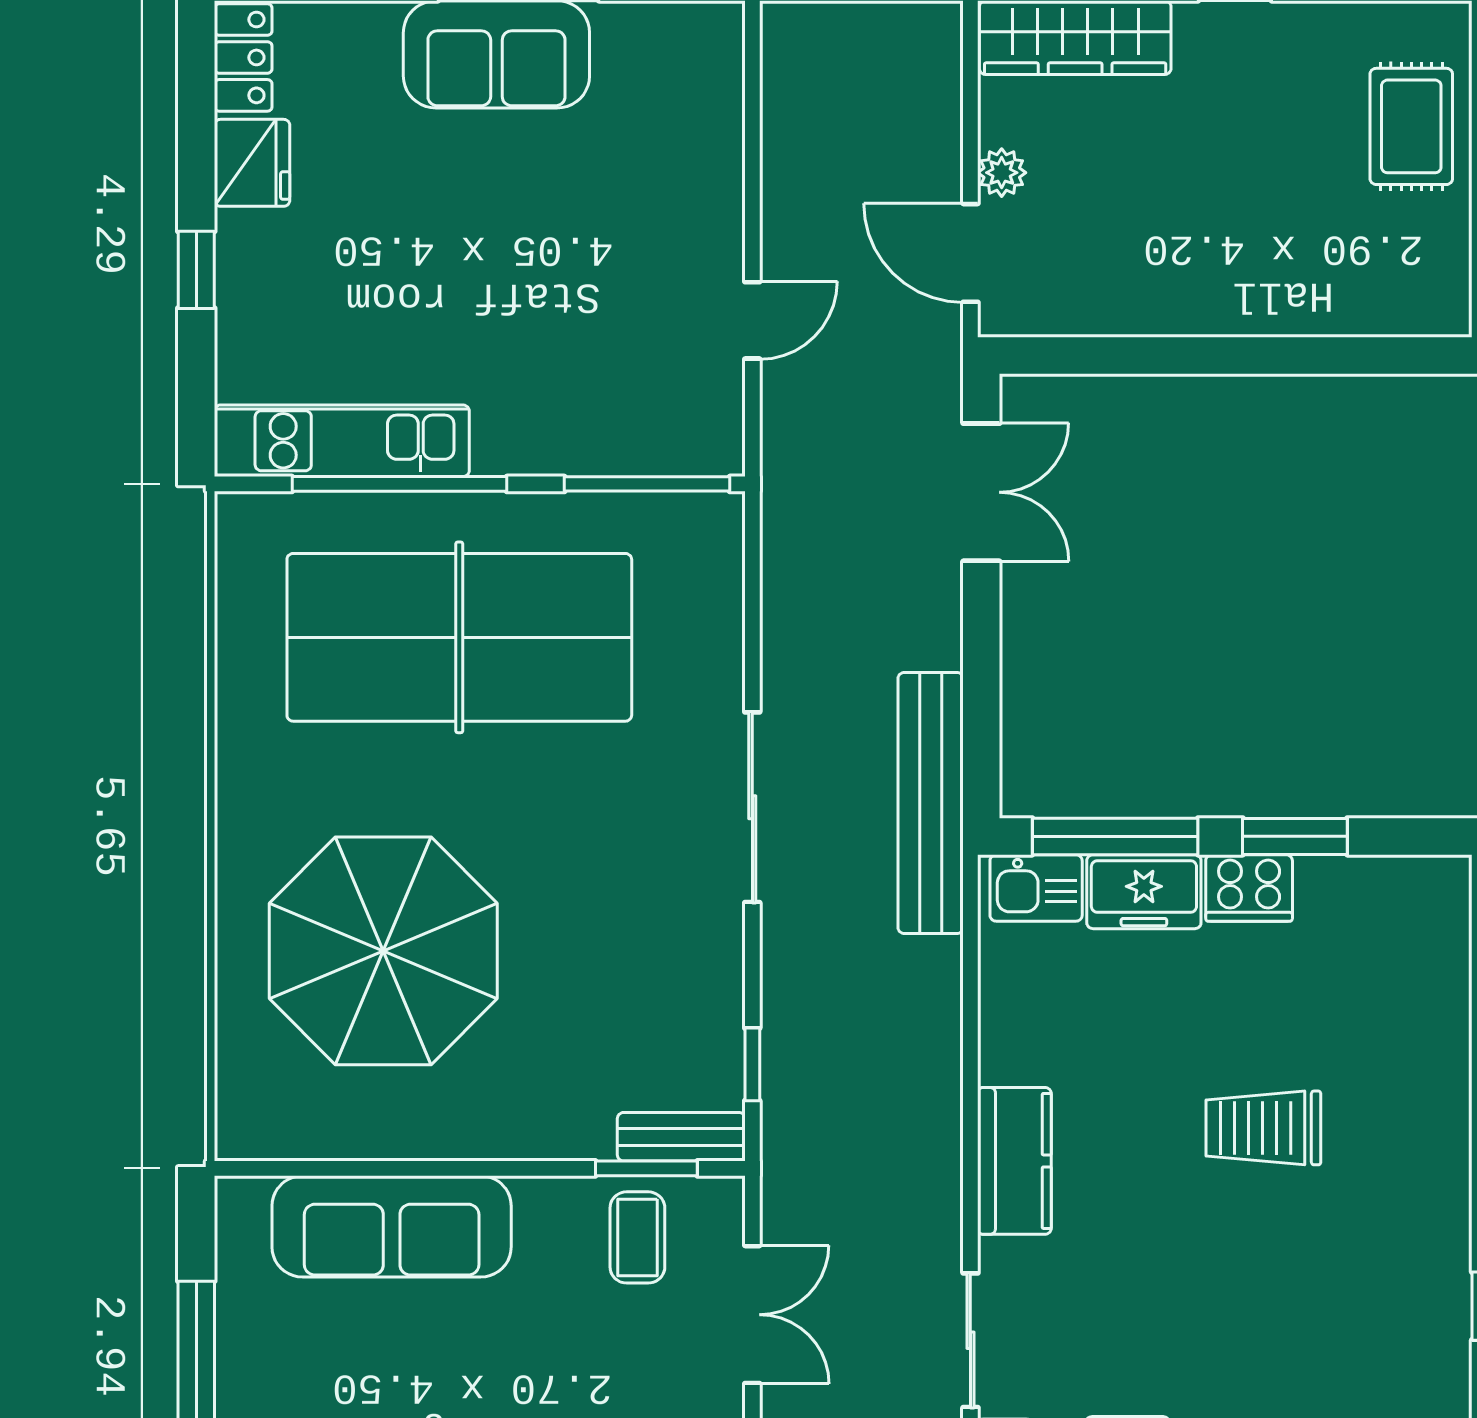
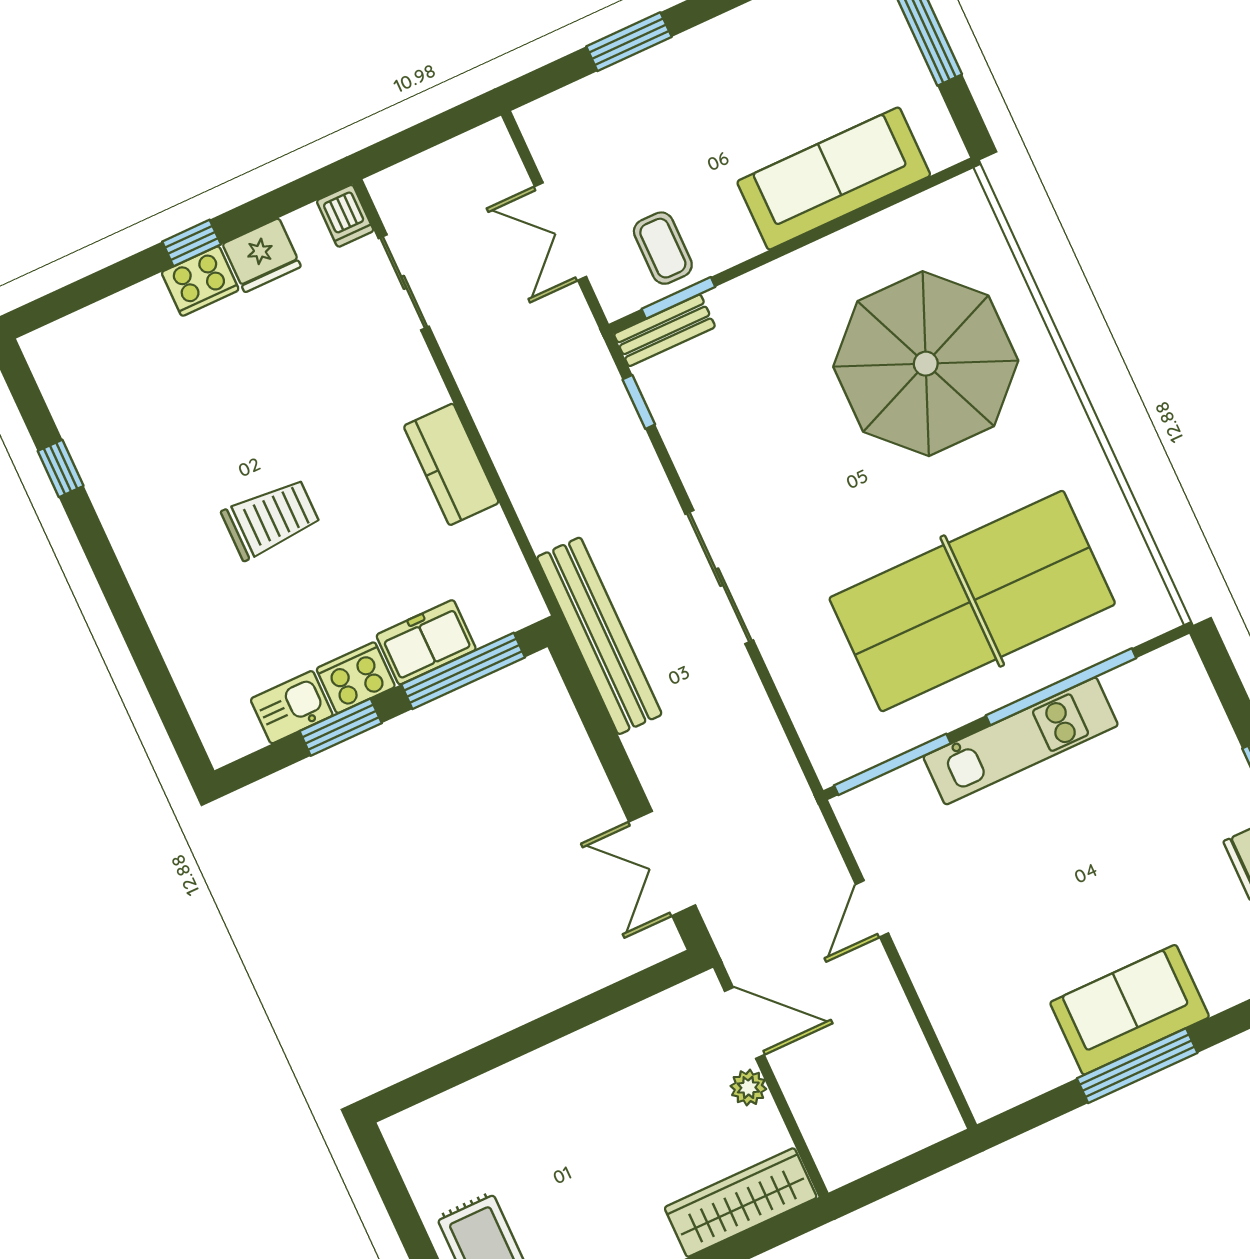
kitchen unit: (342, 441) -> (1021, 741), moved
kitchen sink: (1036, 888) -> (292, 707), moved
kitchen counter: (1014, 1161) -> (451, 464), moved

